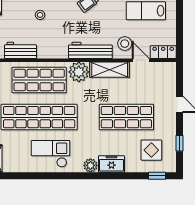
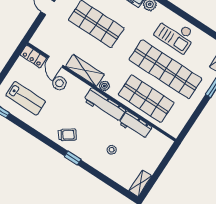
workbench: (20, 50) -> (135, 125), moved
workbench: (90, 50) -> (105, 105), moved
plant: (79, 72) -> (104, 86), width x0.53, depth x0.53

